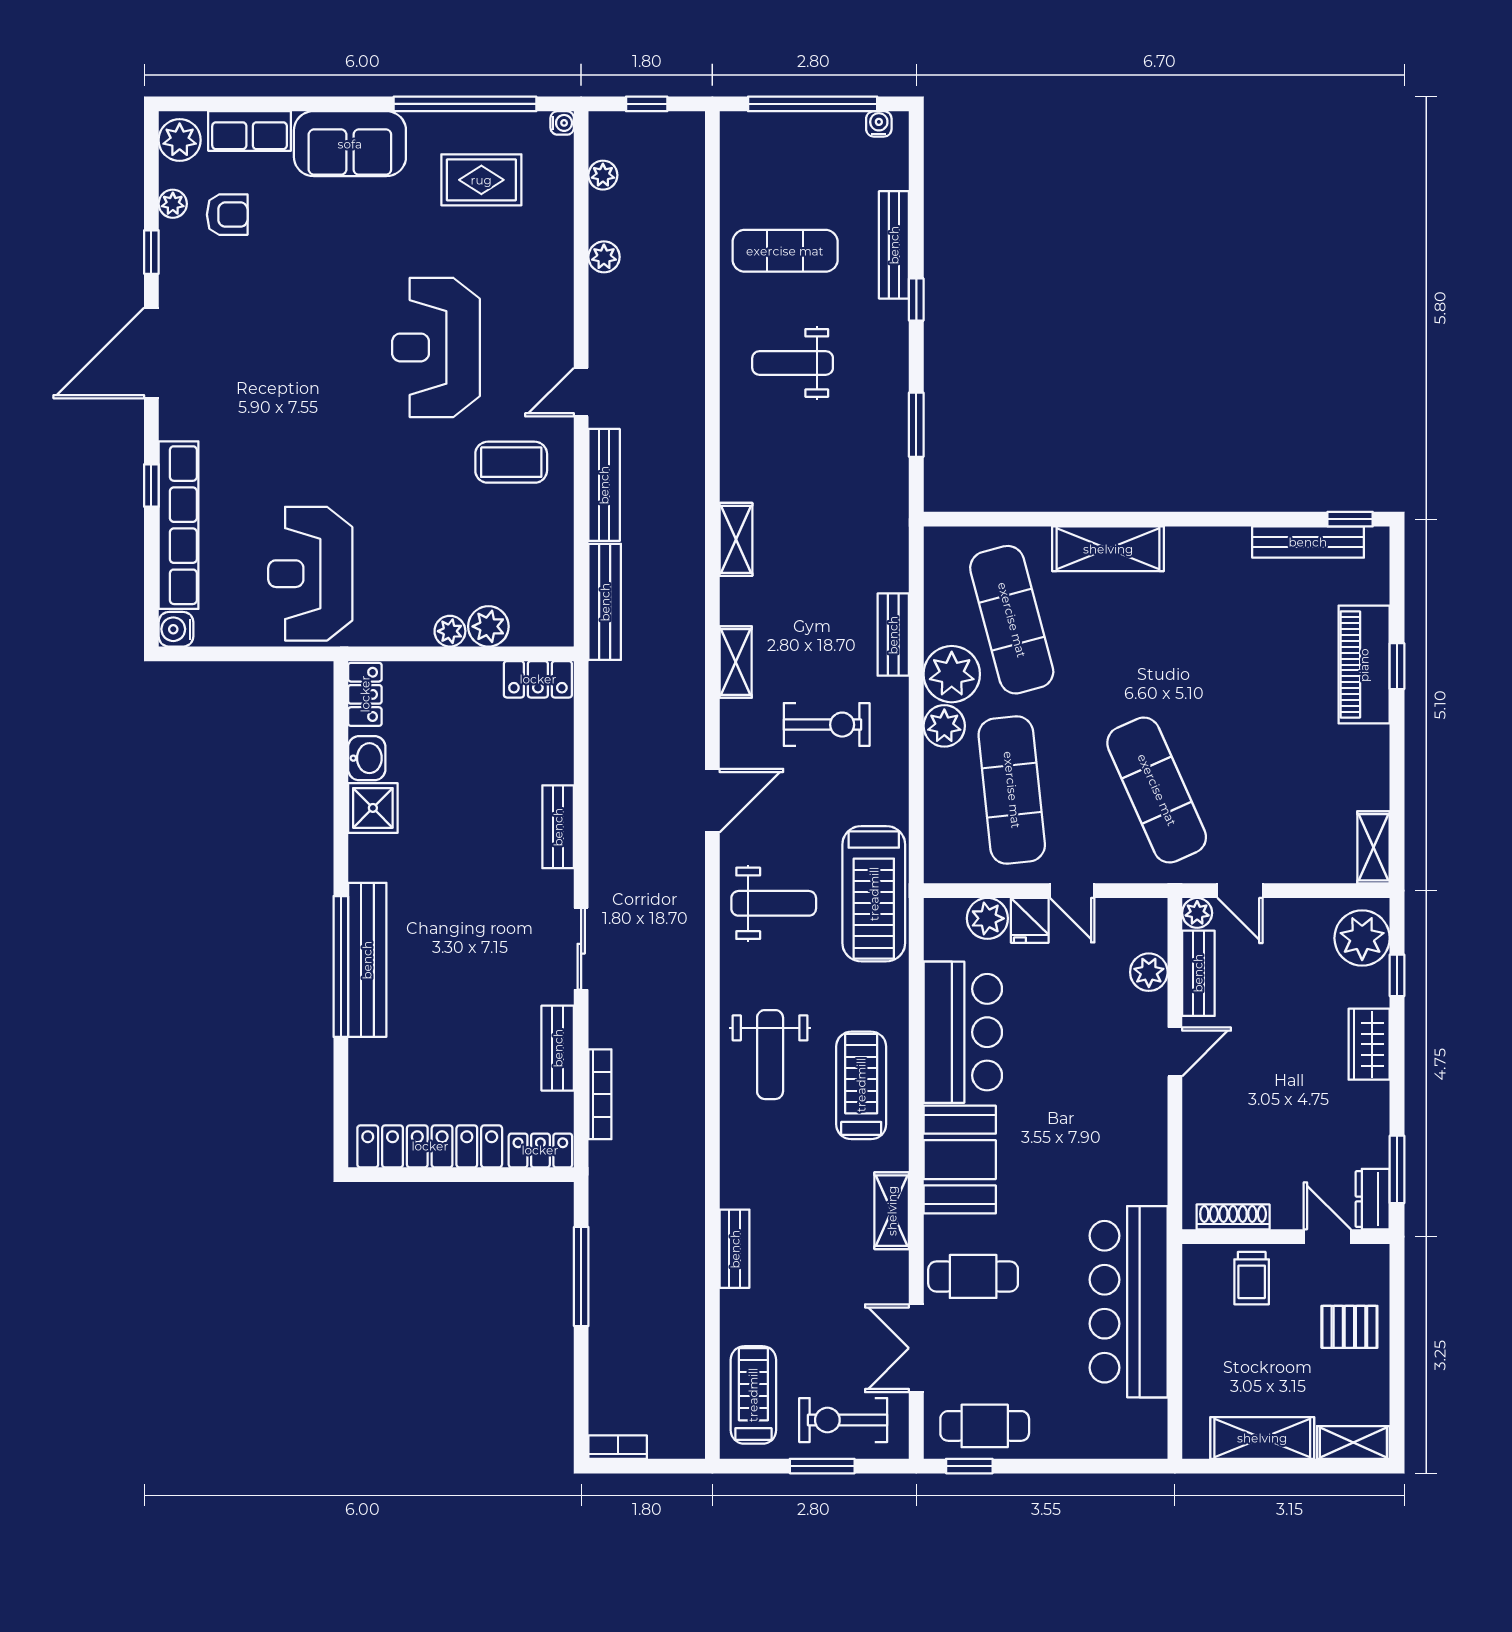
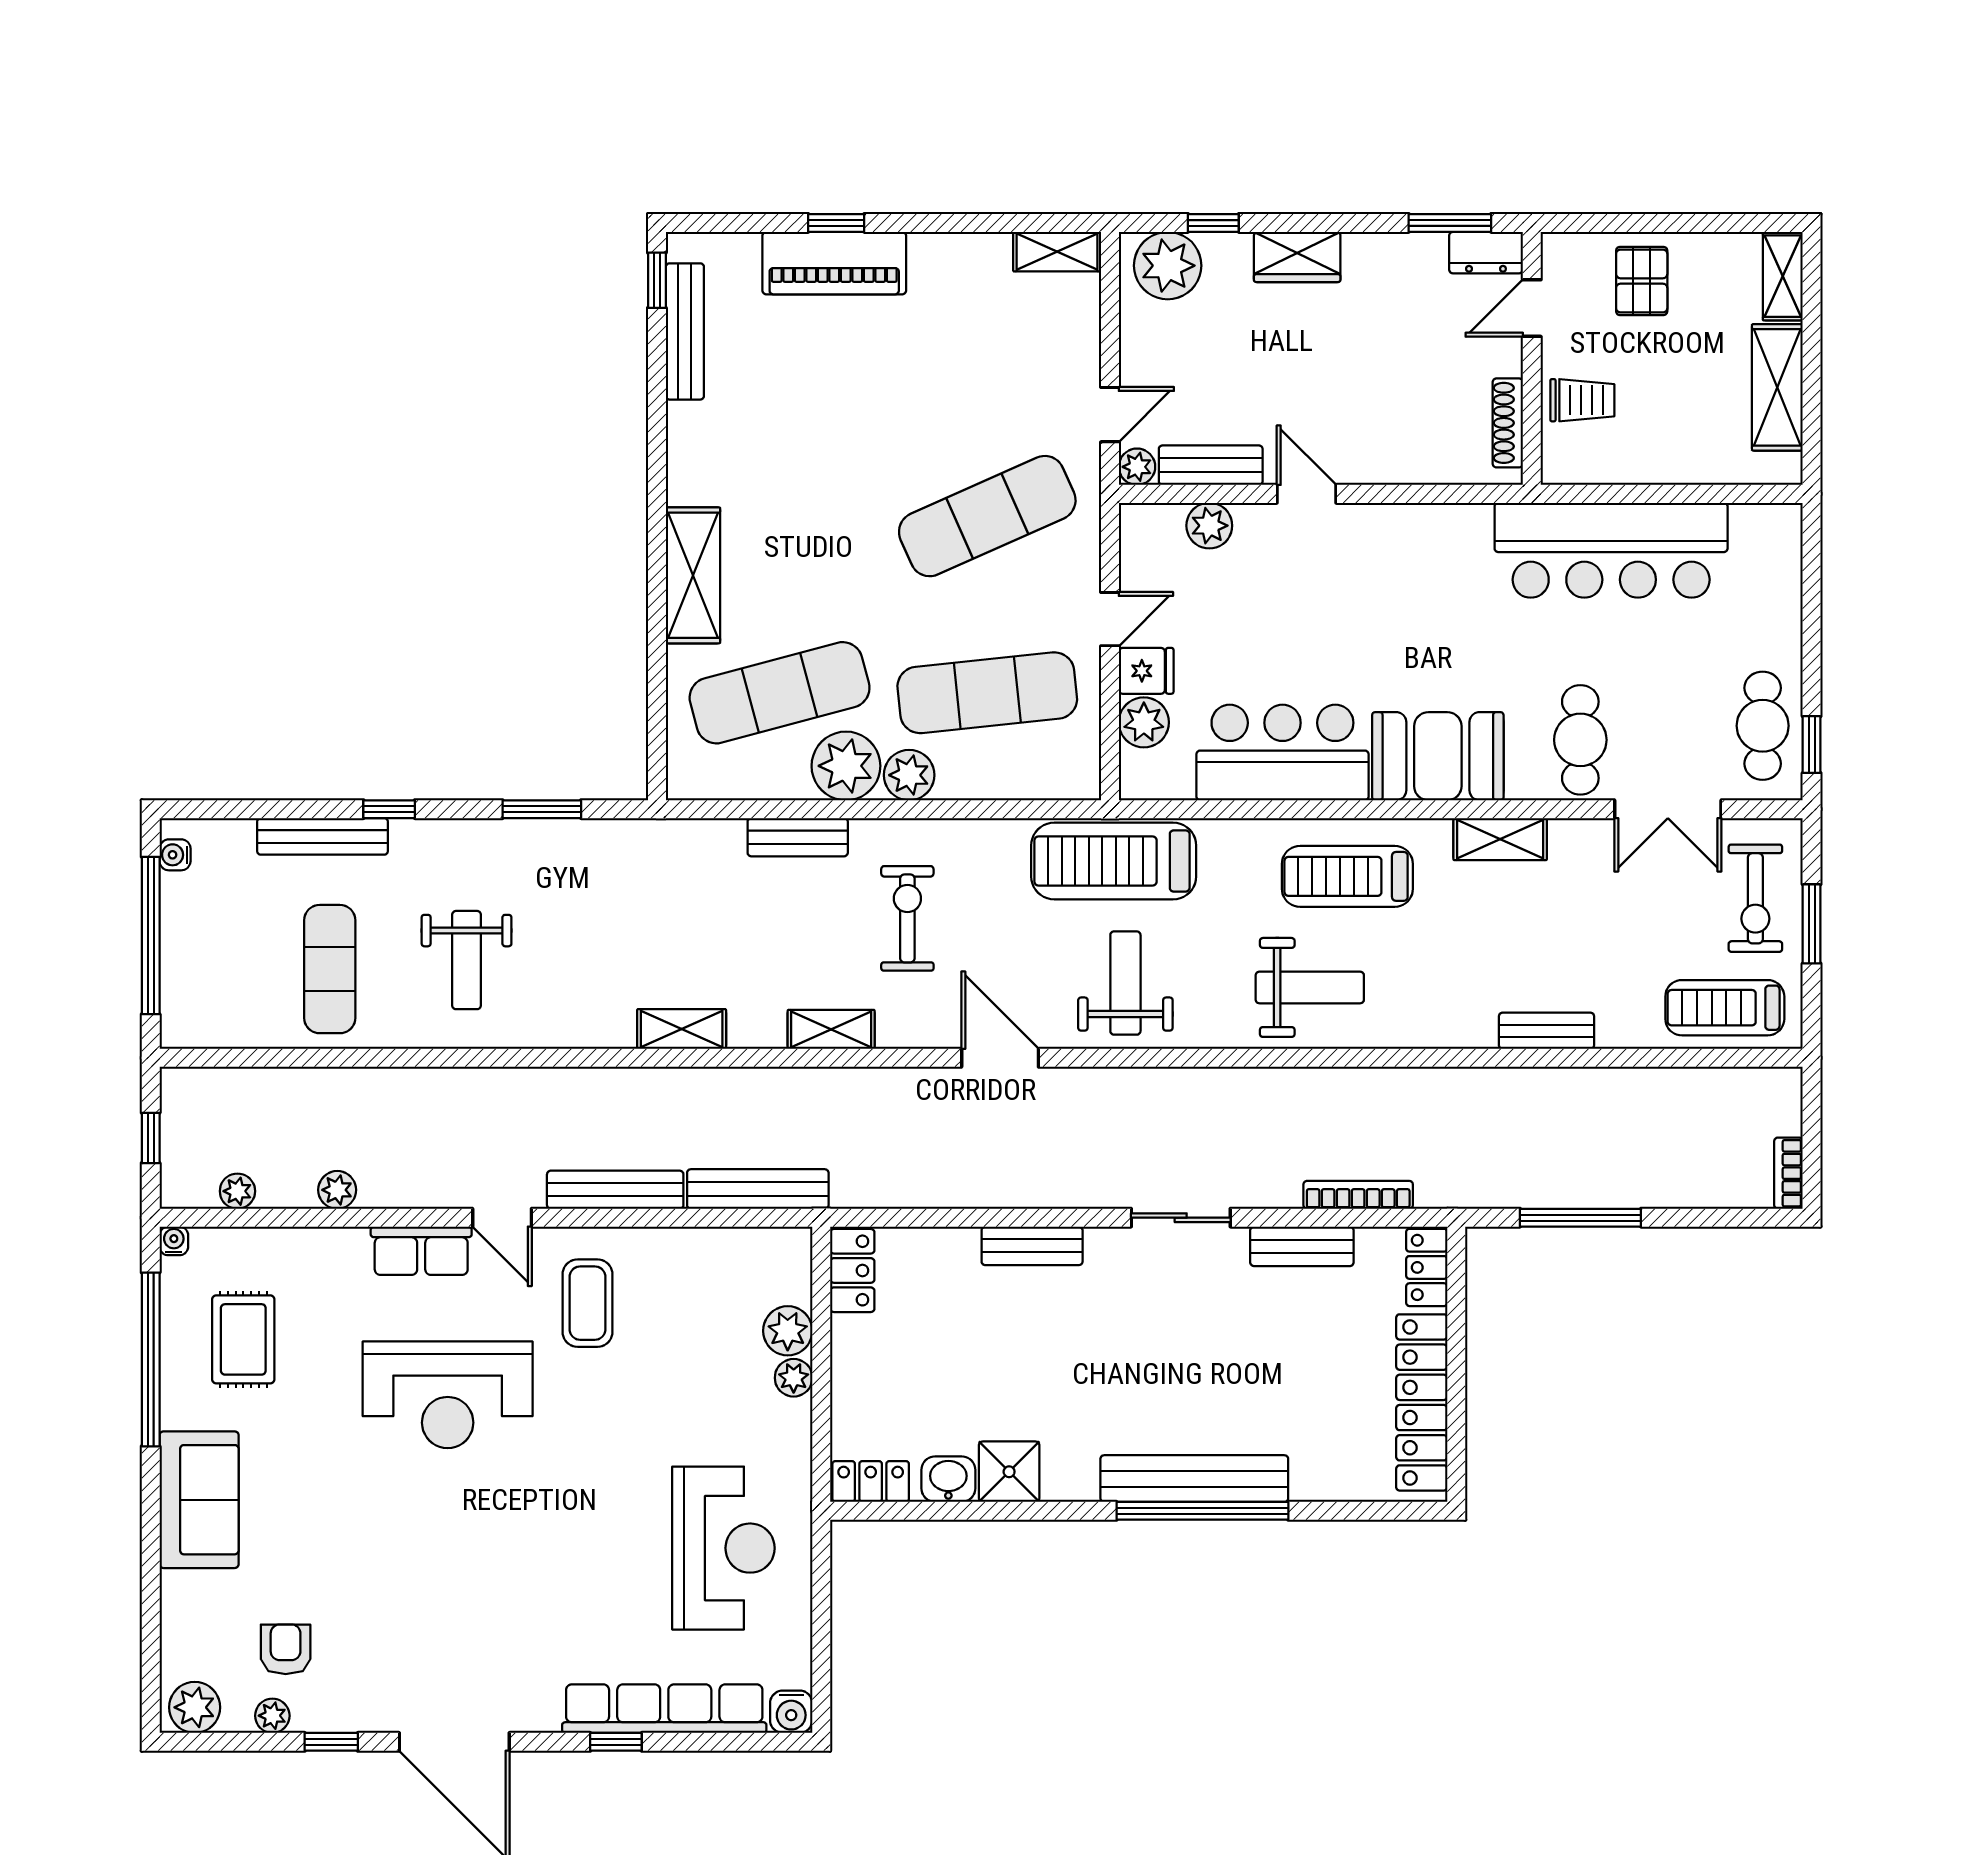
row of seats: (250, 131) -> (421, 1251), moved, turned 90
reception desk: (310, 574) -> (723, 1548), turned -90
treadmill: (874, 894) -> (1114, 861), turned 180

